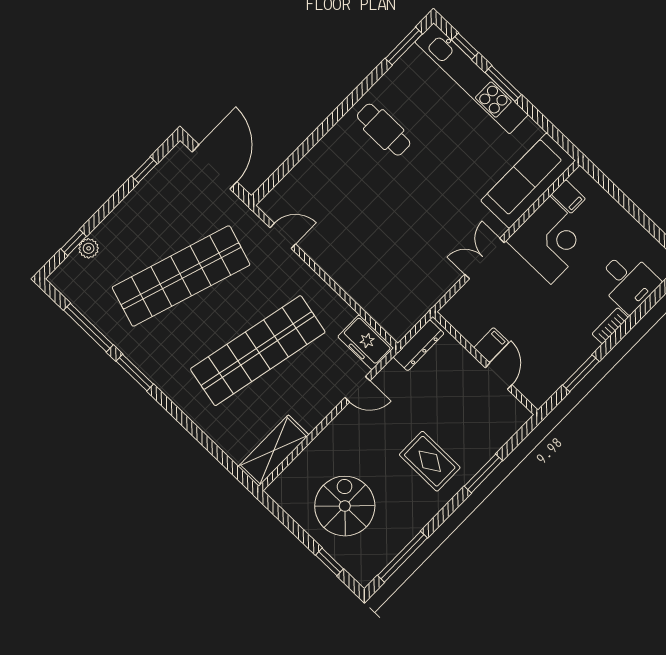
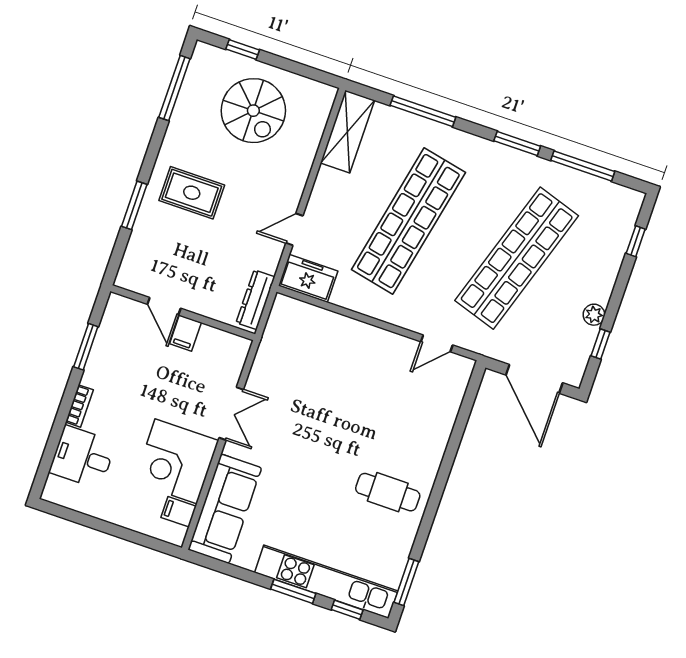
plant: (89, 248) -> (594, 315), moved
window: (202, 438) -> (423, 111), added

